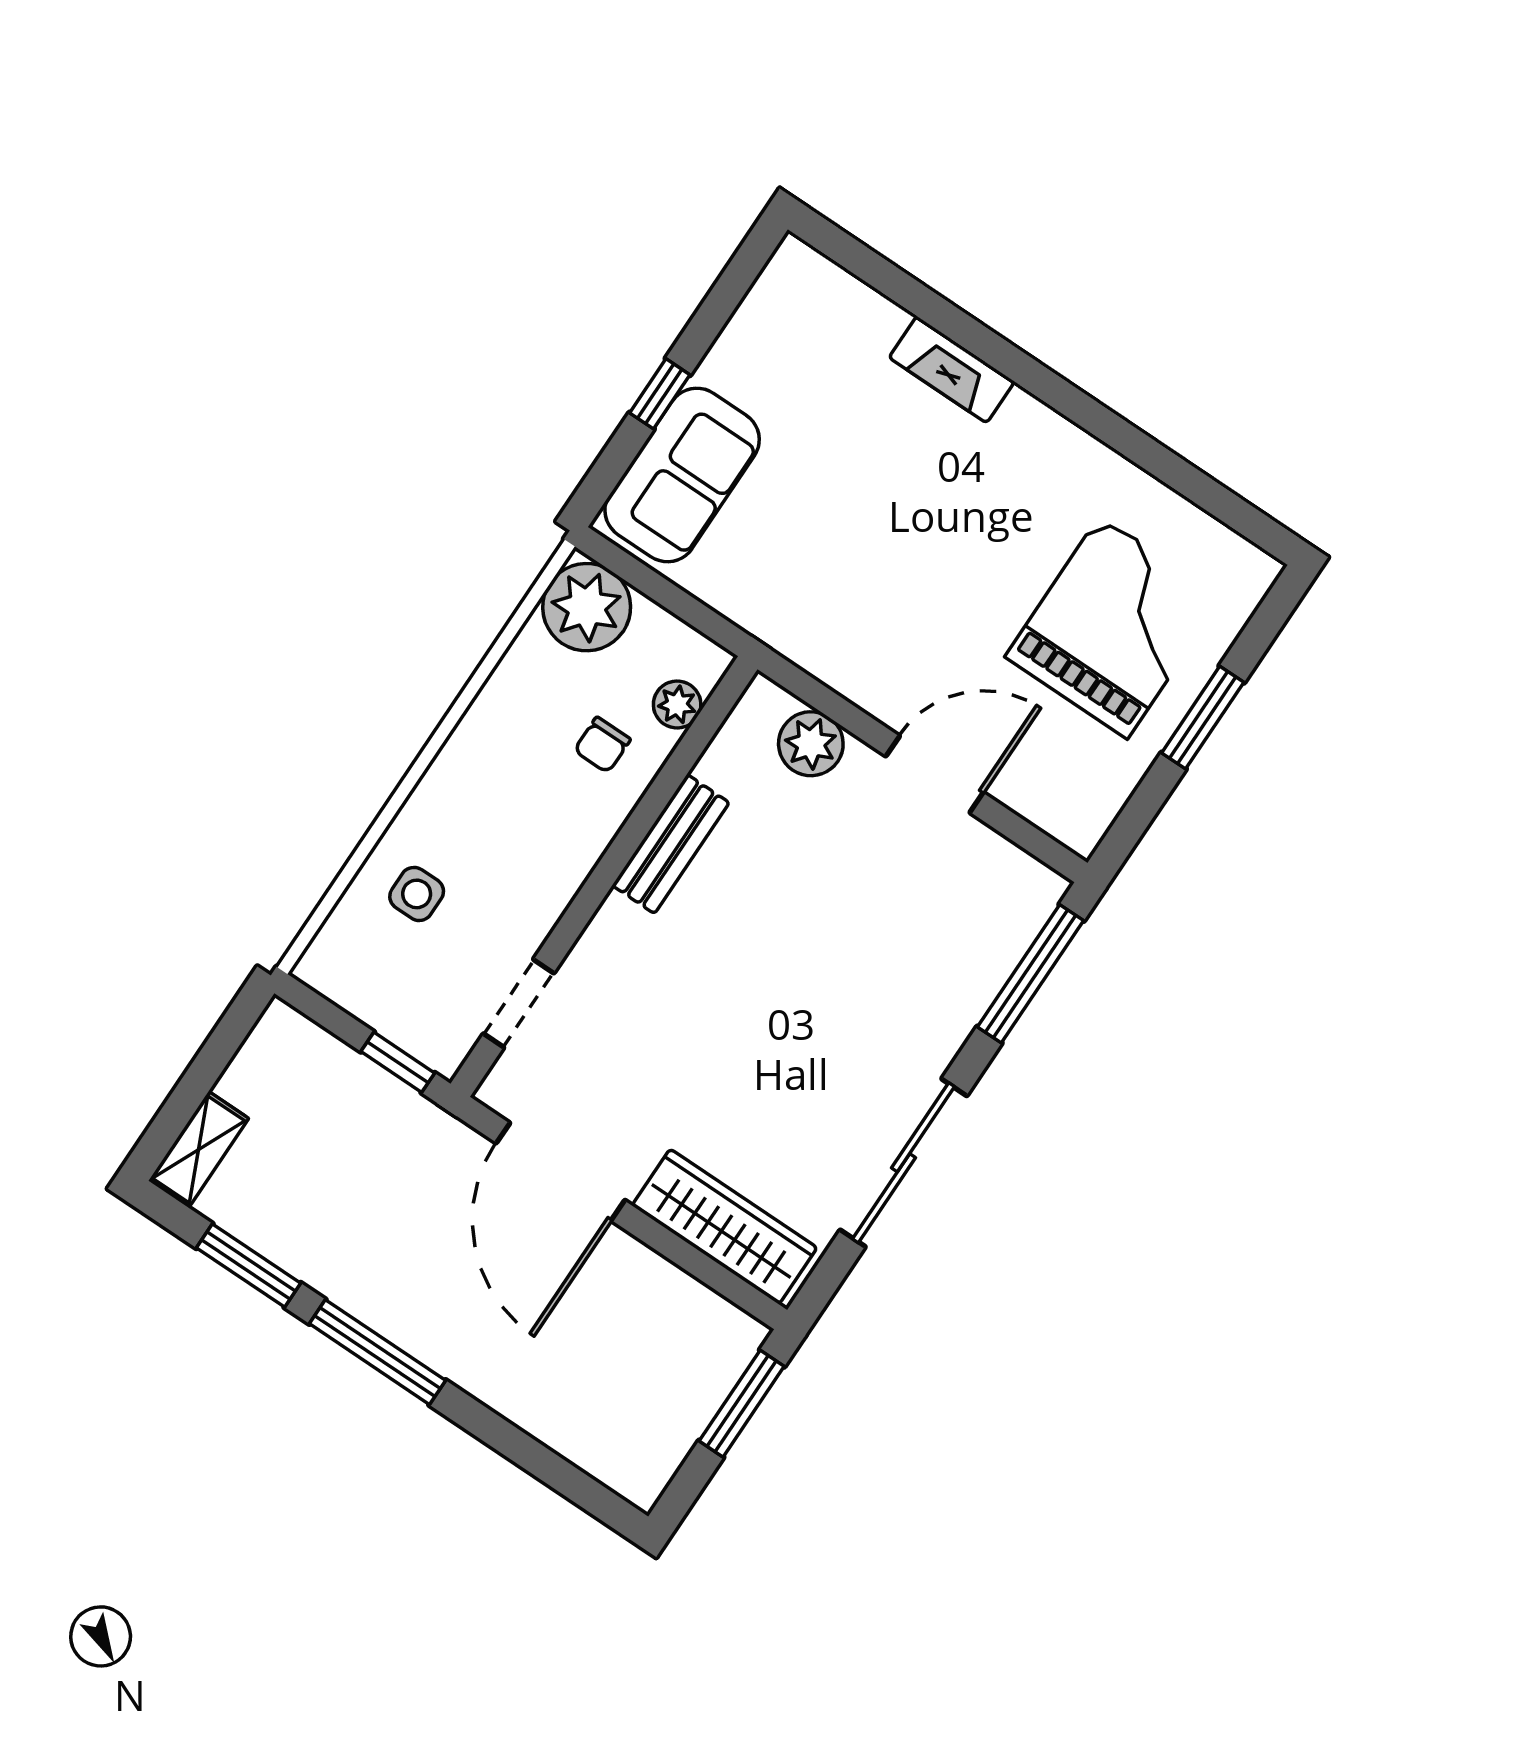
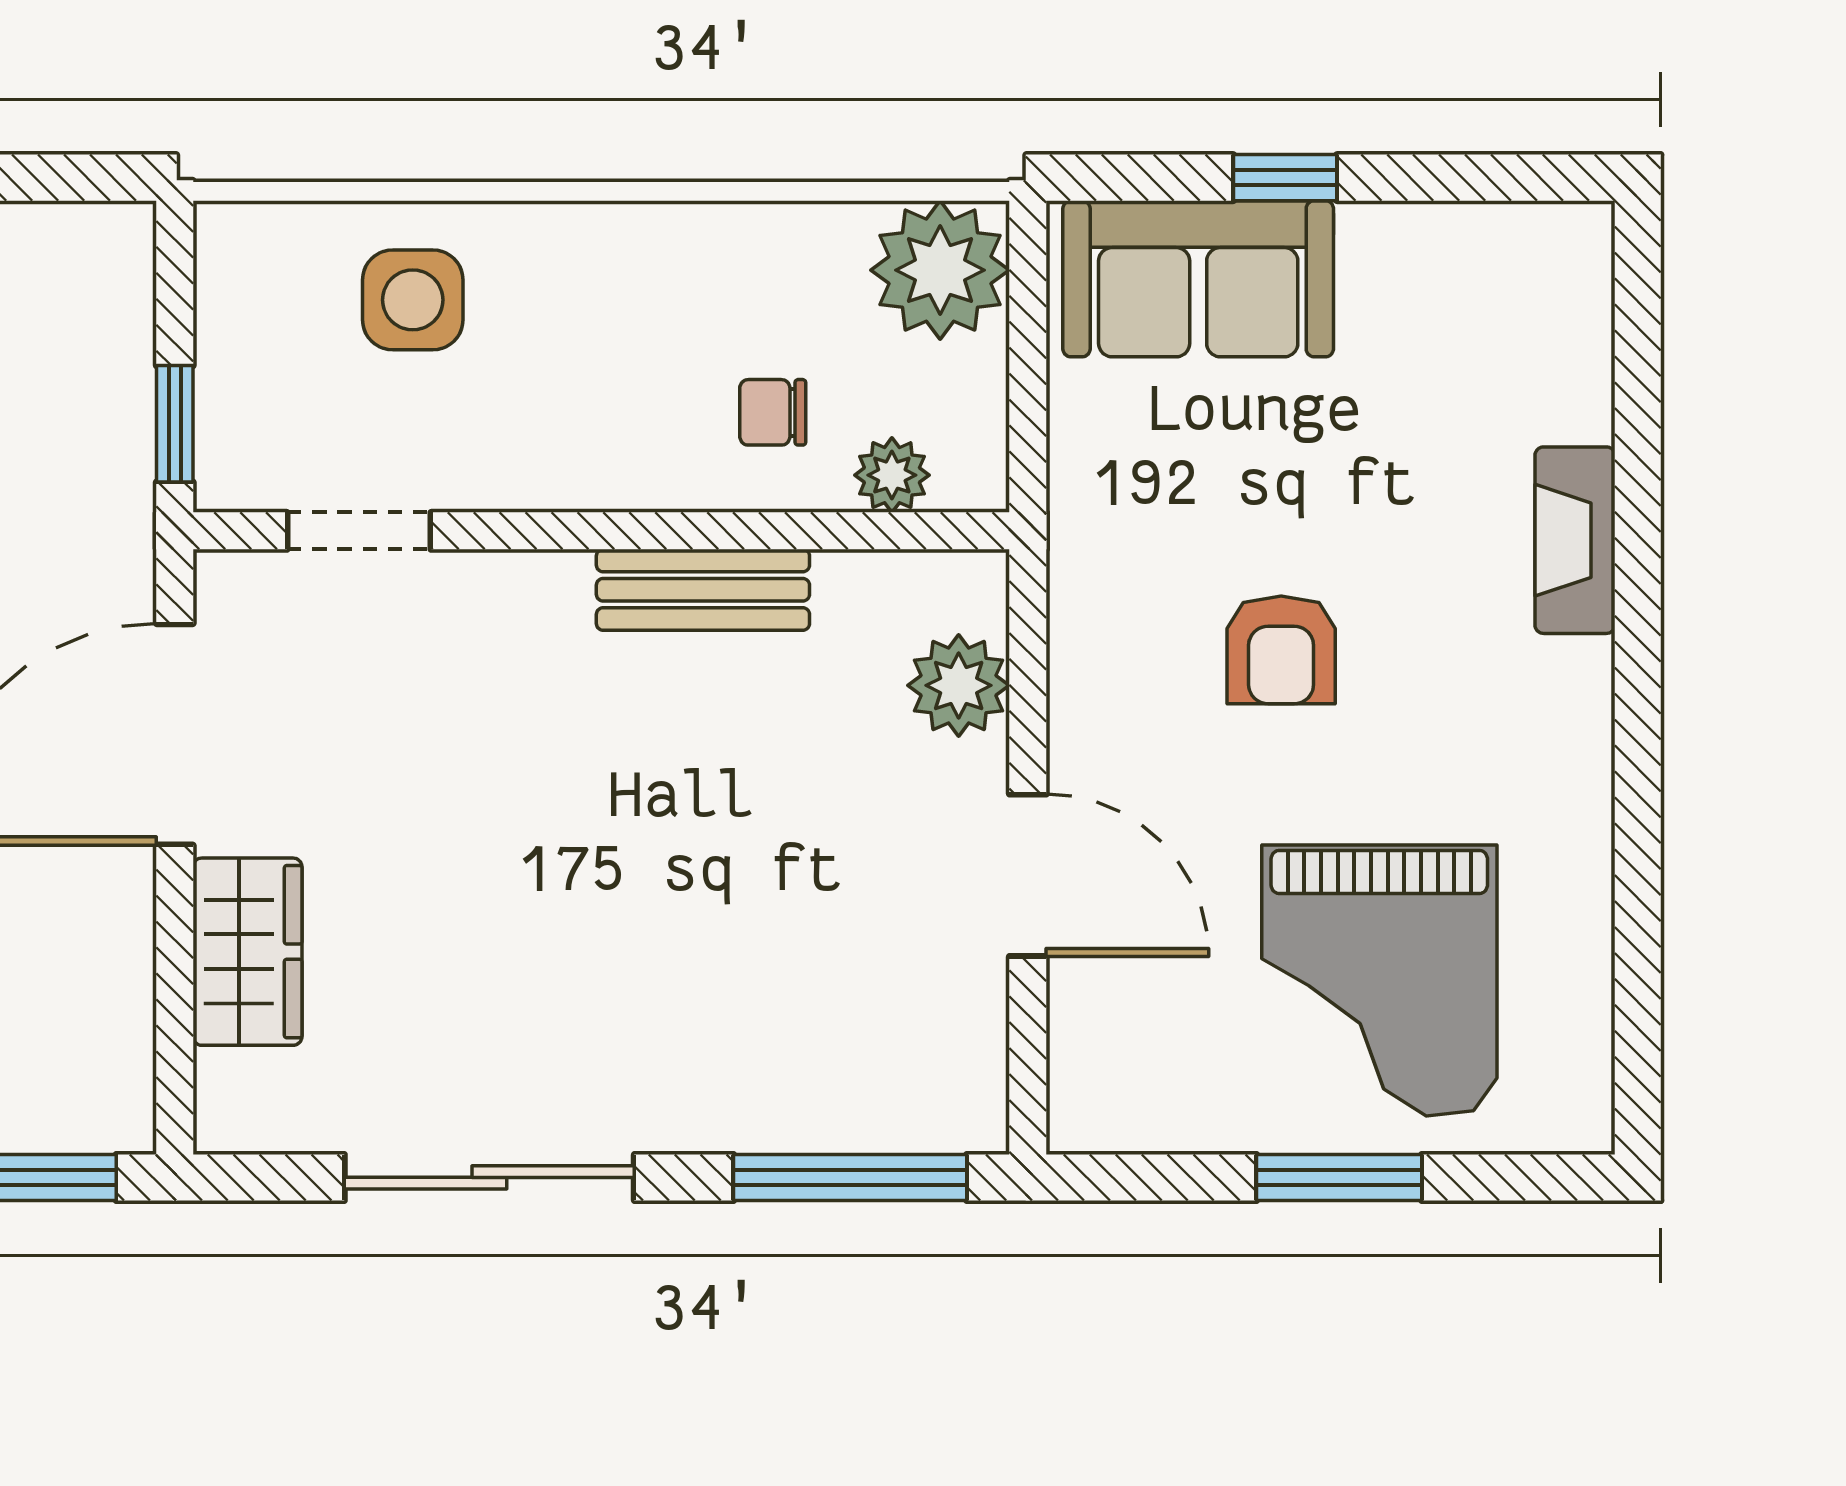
armchair: (906, 562) -> (1281, 650), added
grand piano: (1114, 627) -> (1379, 981), turned 90
side table: (417, 894) -> (413, 300), width x1.37, depth x1.37
wardrobe: (725, 1227) -> (247, 952), width x0.67

